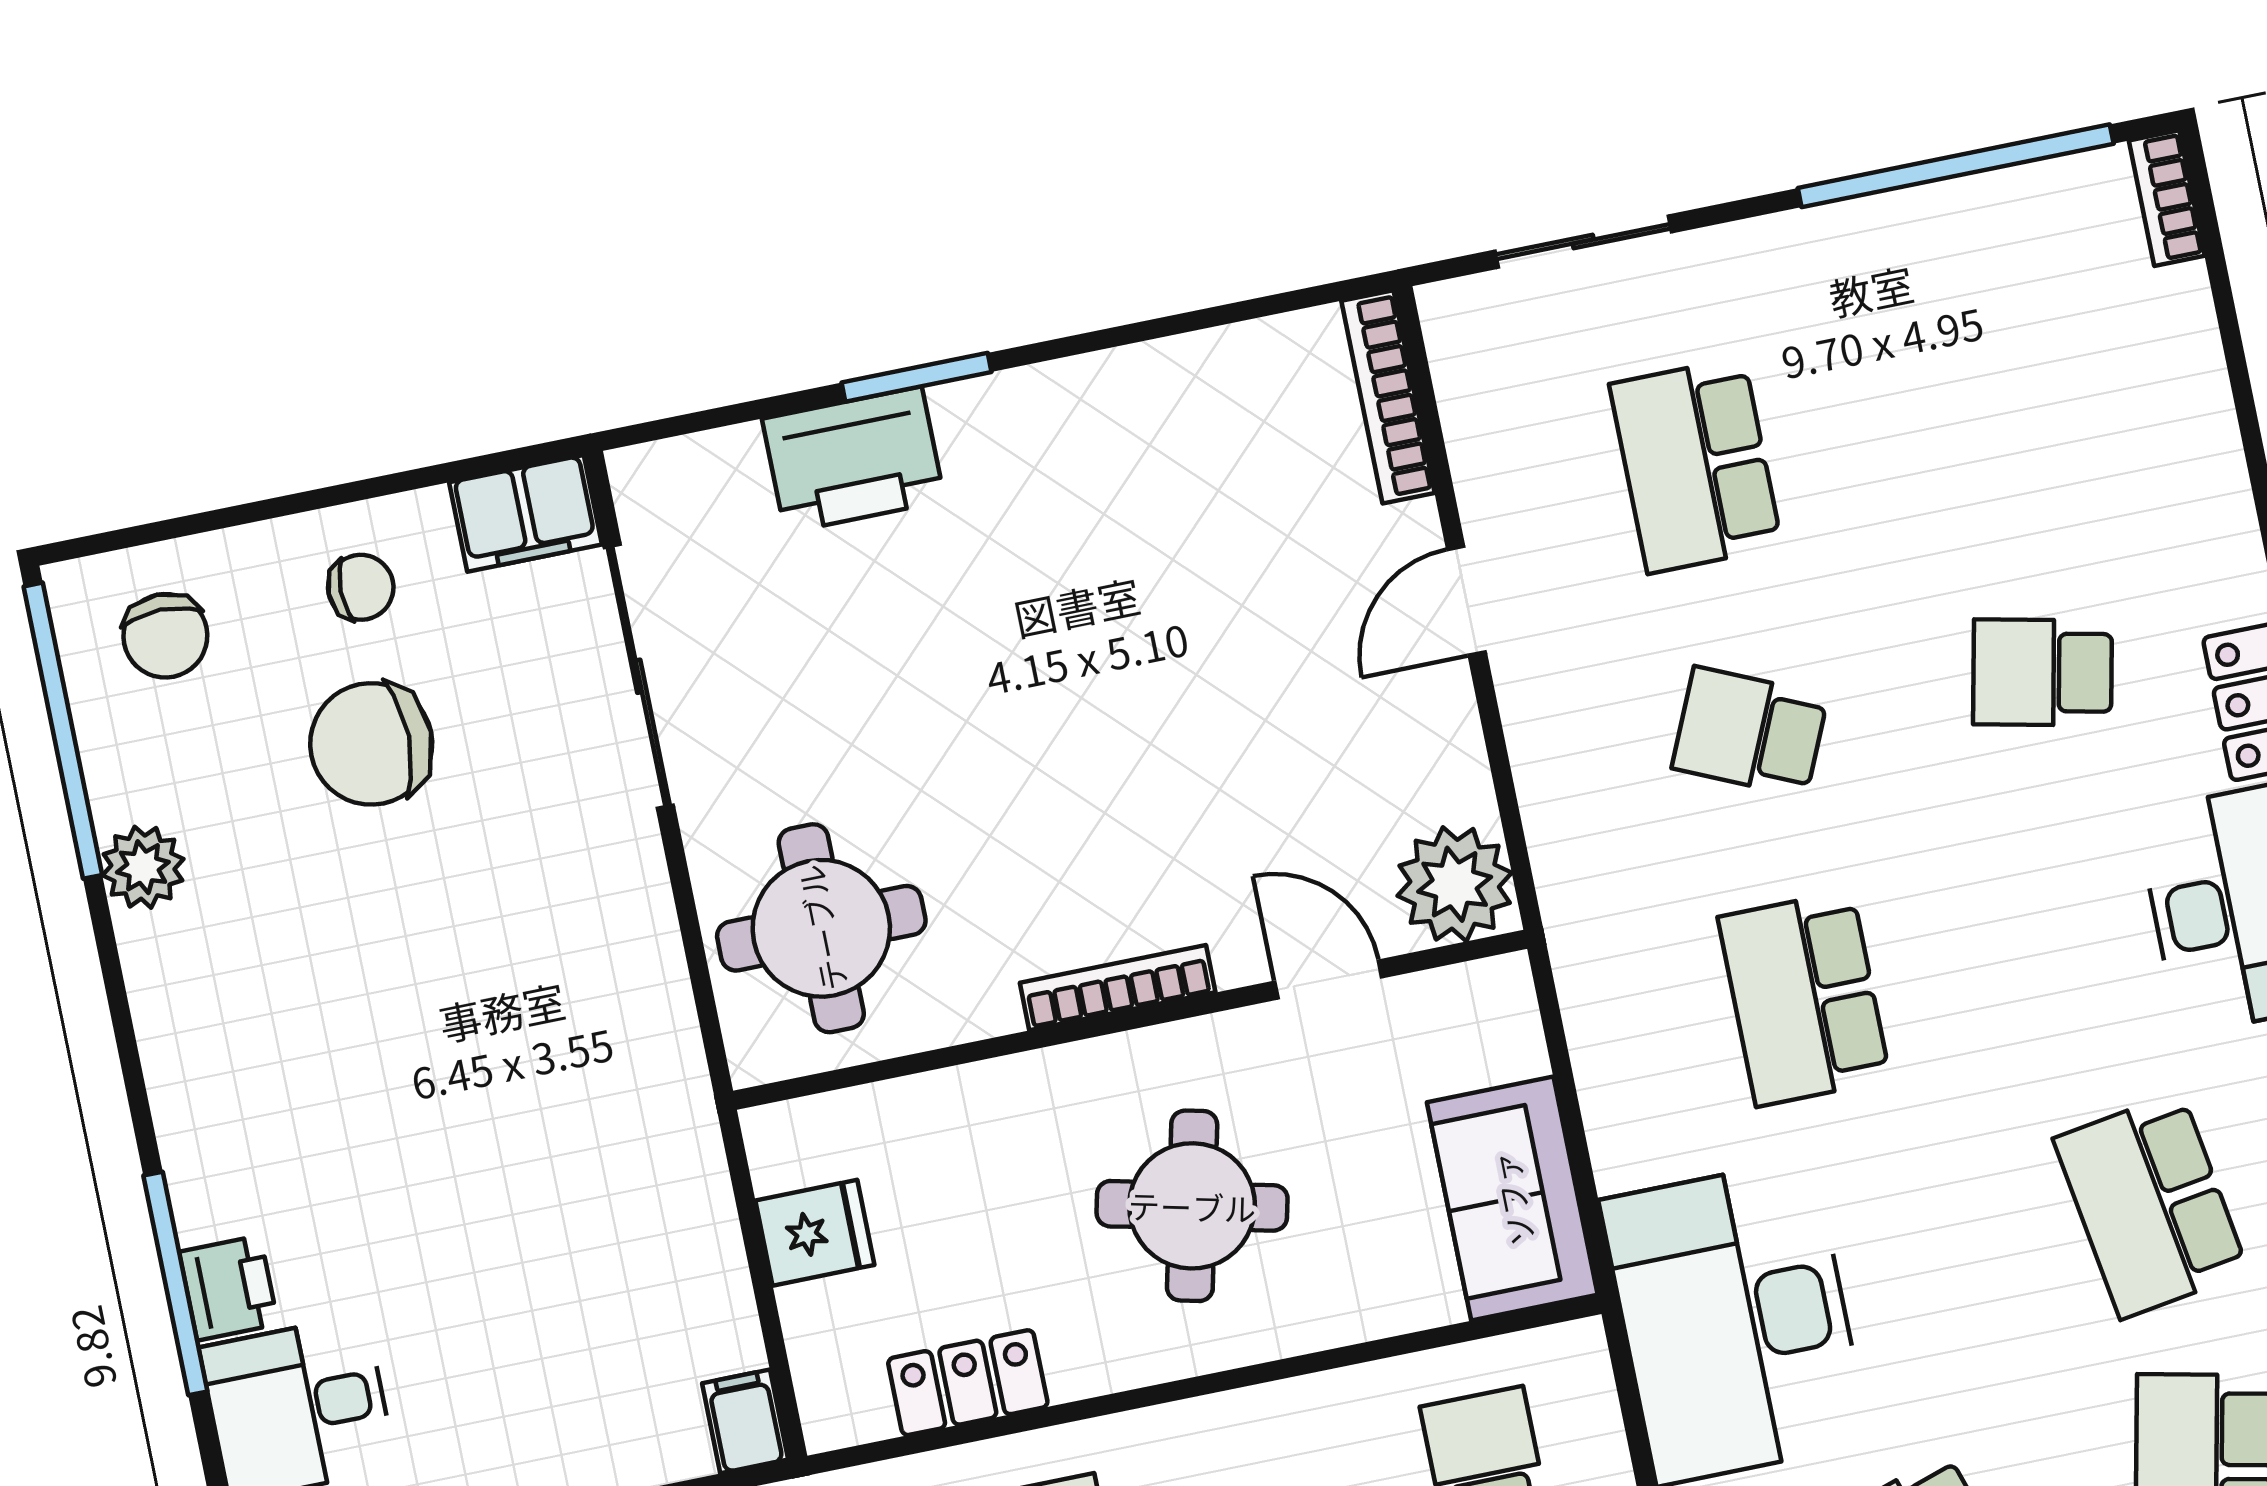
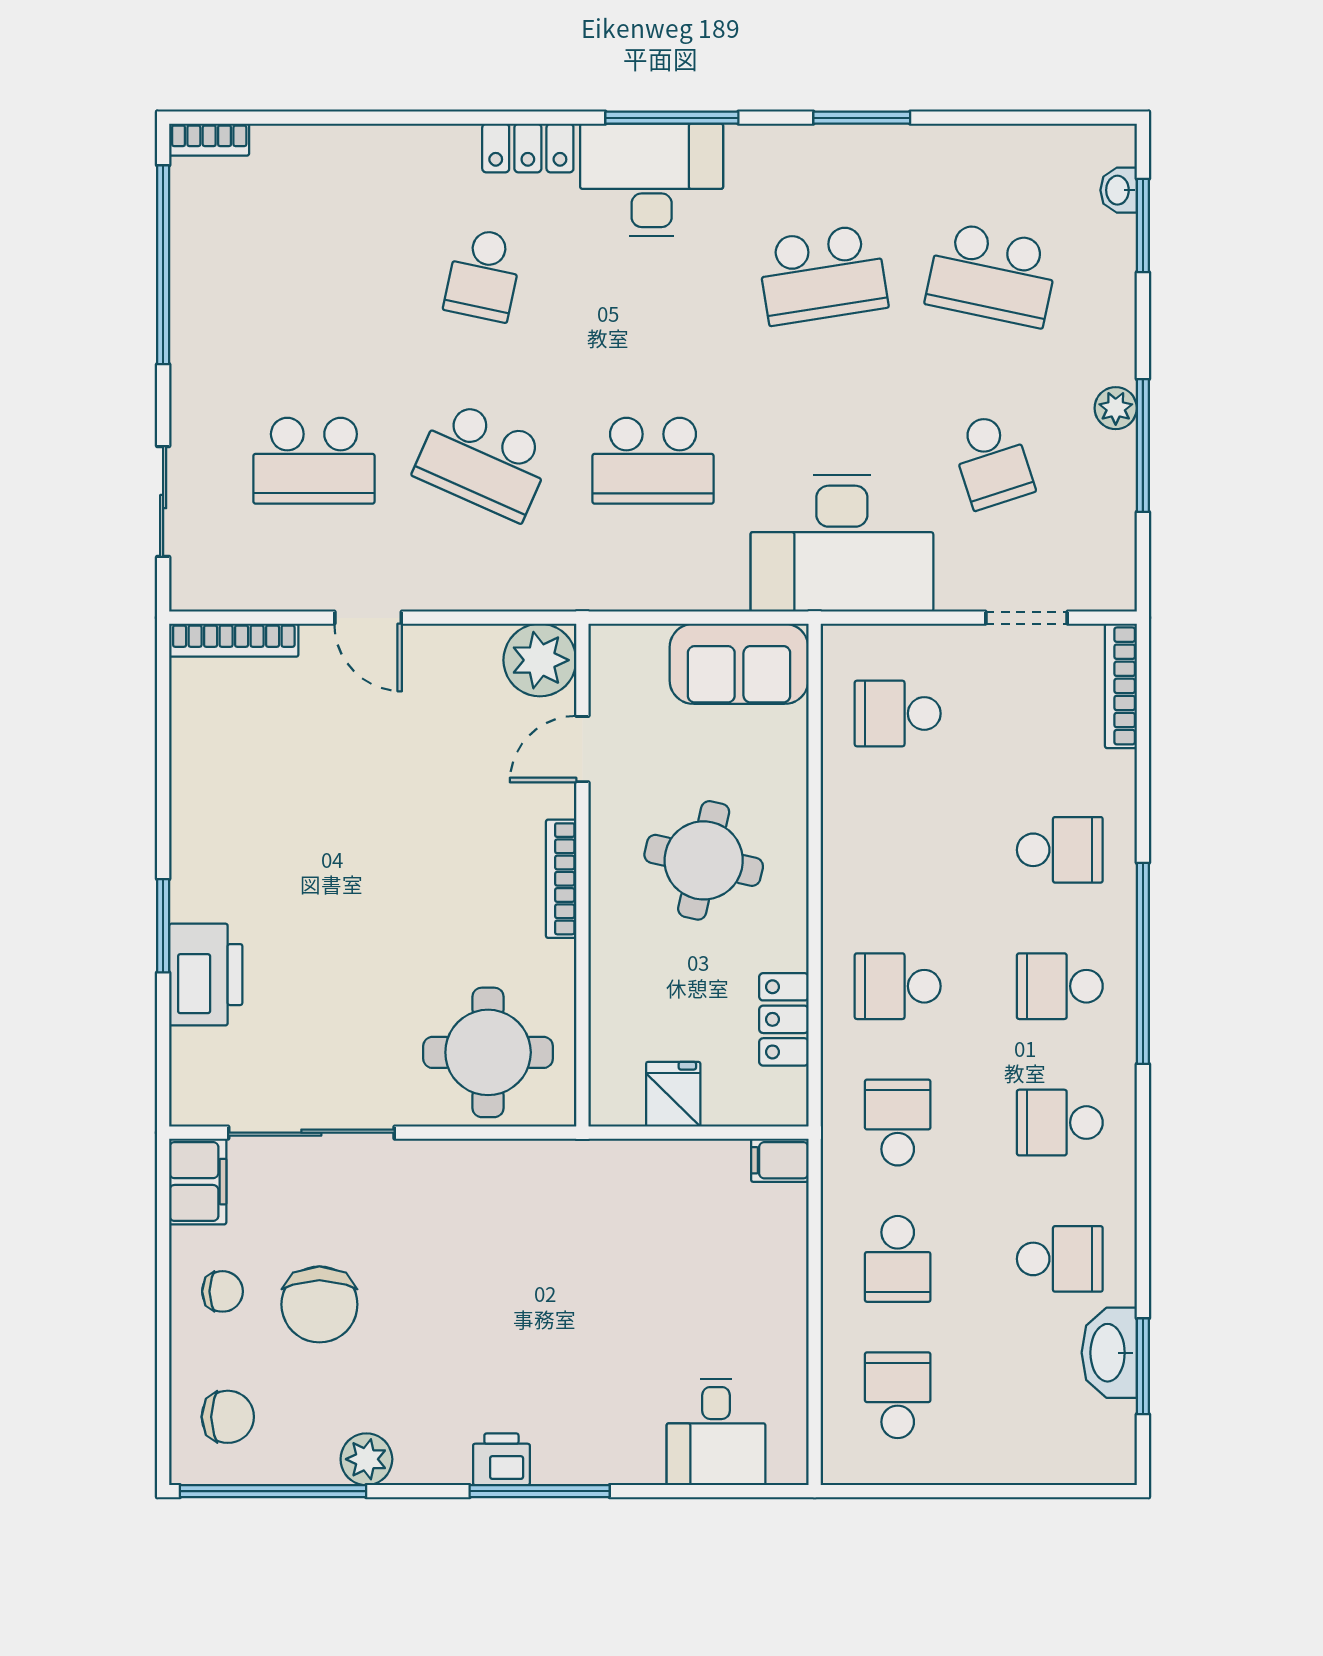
chair: (361, 587) -> (222, 1291), turned 90
school desk: (1750, 732) -> (483, 461), width x1.85
window: (175, 1283) -> (540, 1491), moved
printer: (229, 1288) -> (501, 1459), moved

